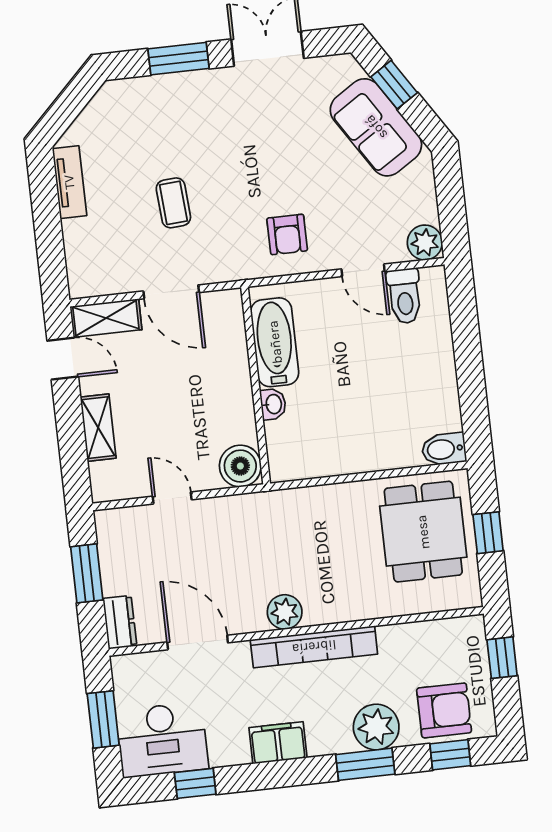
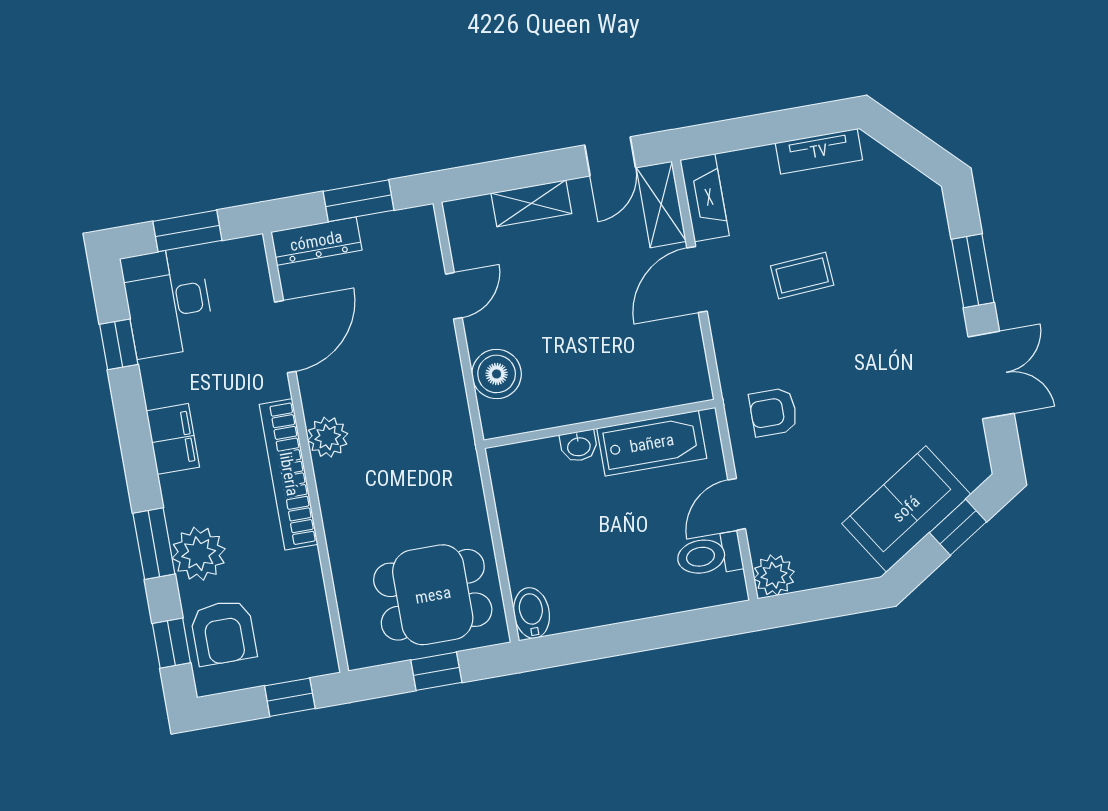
fireplace: (103, 281) -> (705, 198), added
bathtub: (275, 342) -> (652, 443), moved
wall: (256, 385) -> (599, 424), moved
washbasin: (273, 404) -> (579, 446), moved
dresser: (120, 622) -> (316, 241), width x1.44

